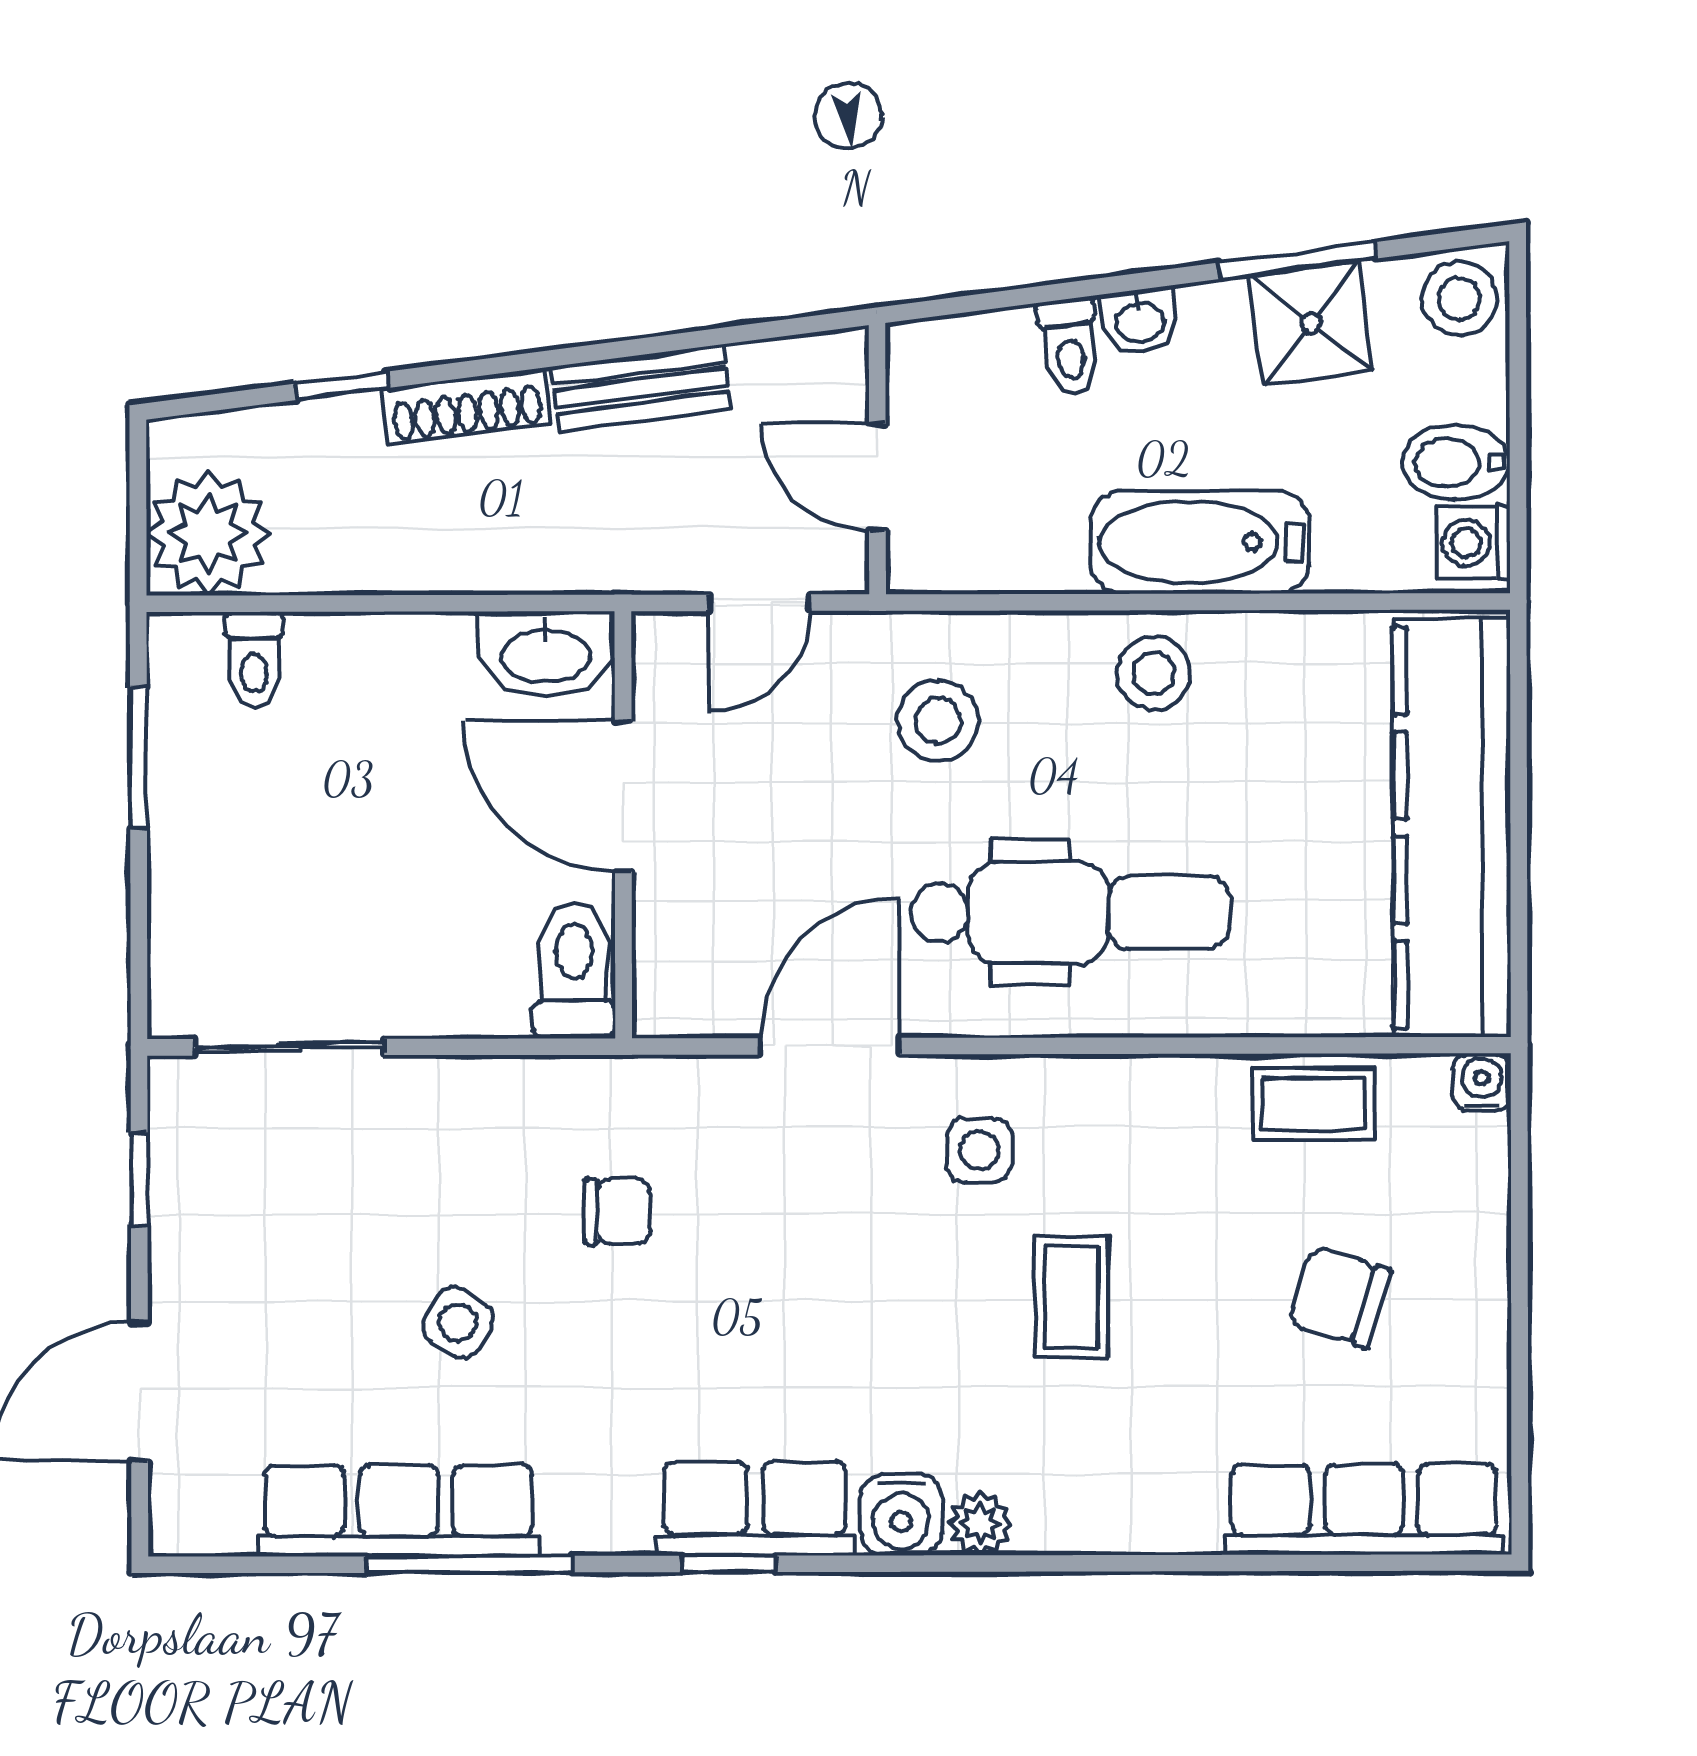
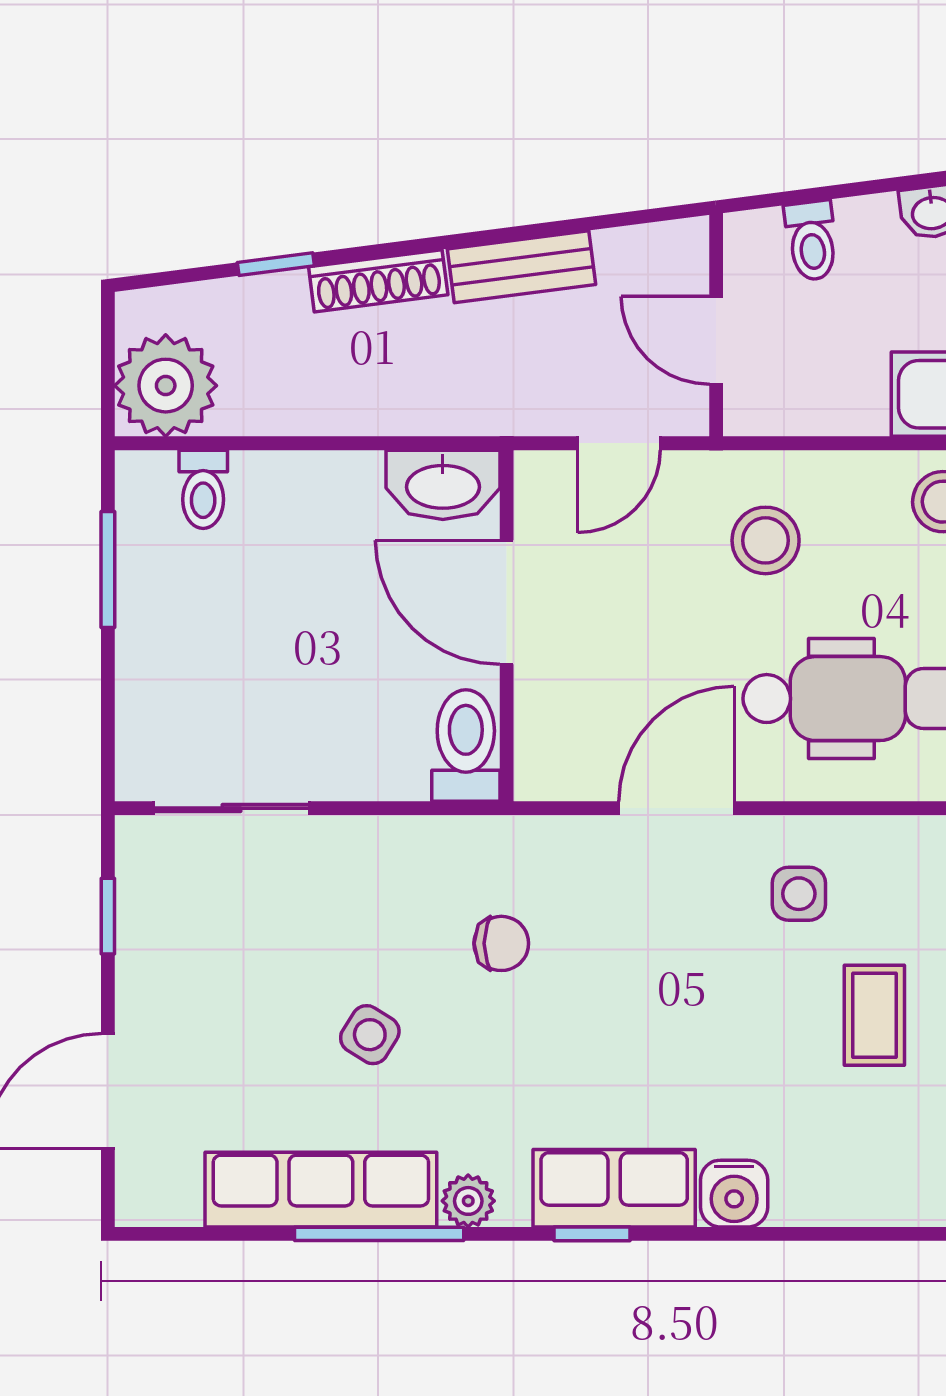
toilet: (1069, 346) -> (811, 241), moved
plant: (980, 1524) -> (468, 1201), moved

